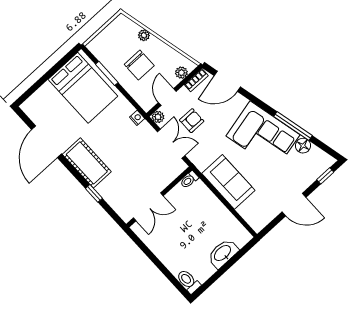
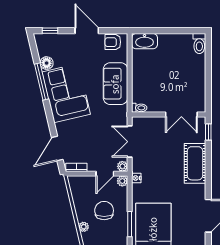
plant: (181, 73) -> (122, 181), moved
door: (227, 81) -> (57, 149), swing flipped
armchair: (192, 121) -> (113, 42), moved
cot: (87, 163) -> (195, 163), moved
window: (94, 193) -> (208, 132), moved
double door: (148, 207) -> (181, 115), swing flipped
washbasin: (223, 253) -> (145, 41), moved

